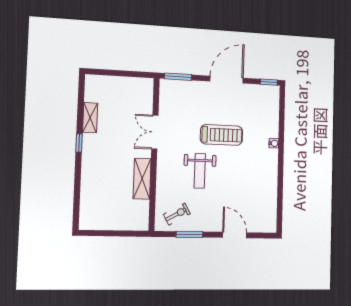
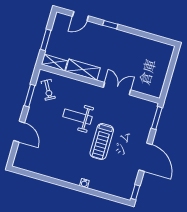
shelving: (90, 118) -> (54, 63), moved
window: (79, 143) -> (110, 25), moved
door: (77, 199) -> (80, 16), added
window: (117, 233) -> (46, 40), added
door: (235, 235) -> (19, 132), hinge flipped

